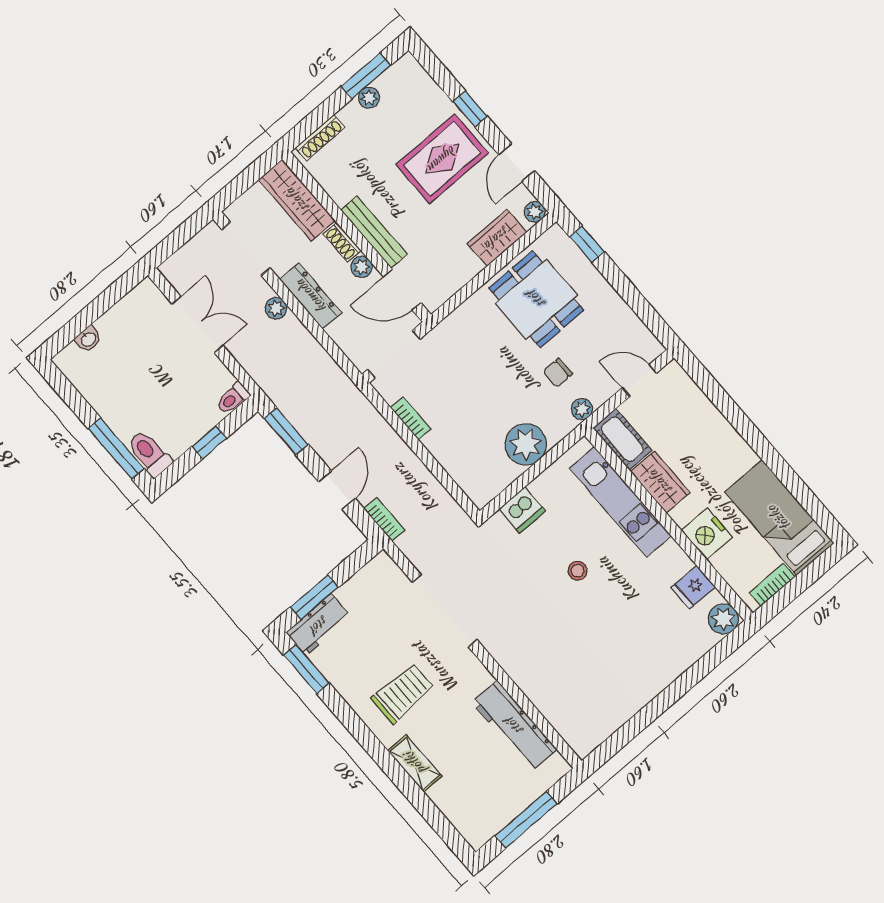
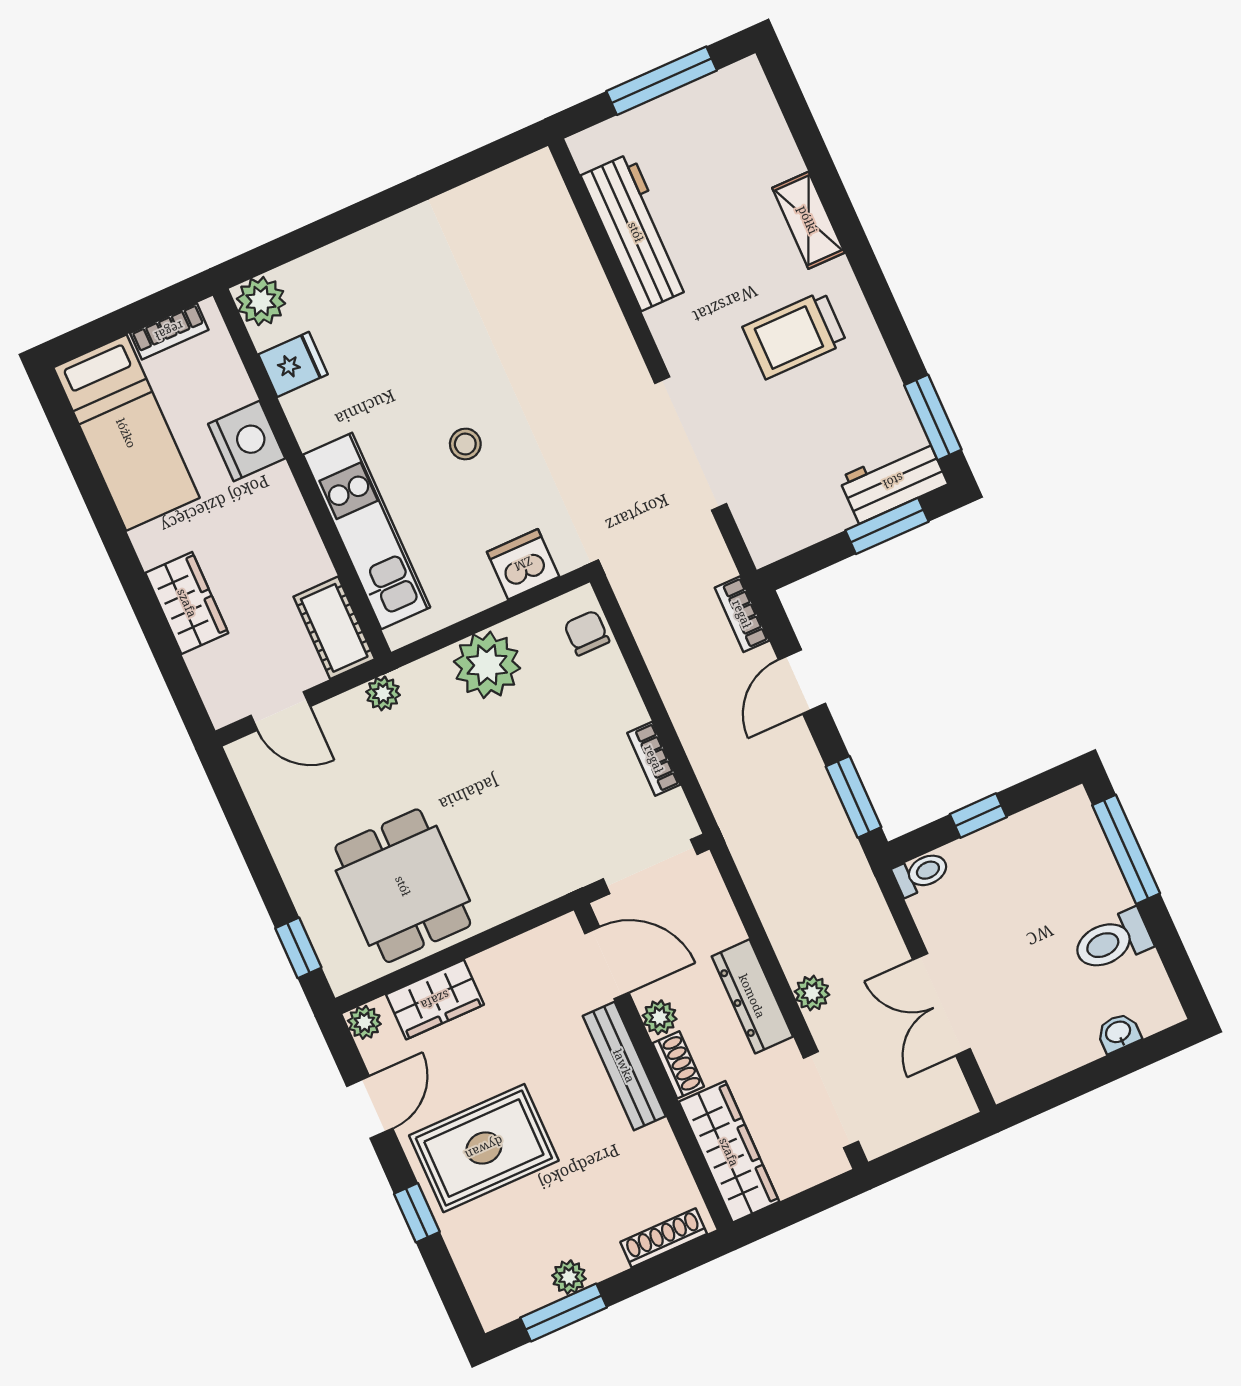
chair: (558, 373) -> (587, 633), moved, turned -90
toilet: (149, 453) -> (1112, 941), moved, turned 90
wardrobe: (660, 482) -> (187, 603), moved, turned 180

